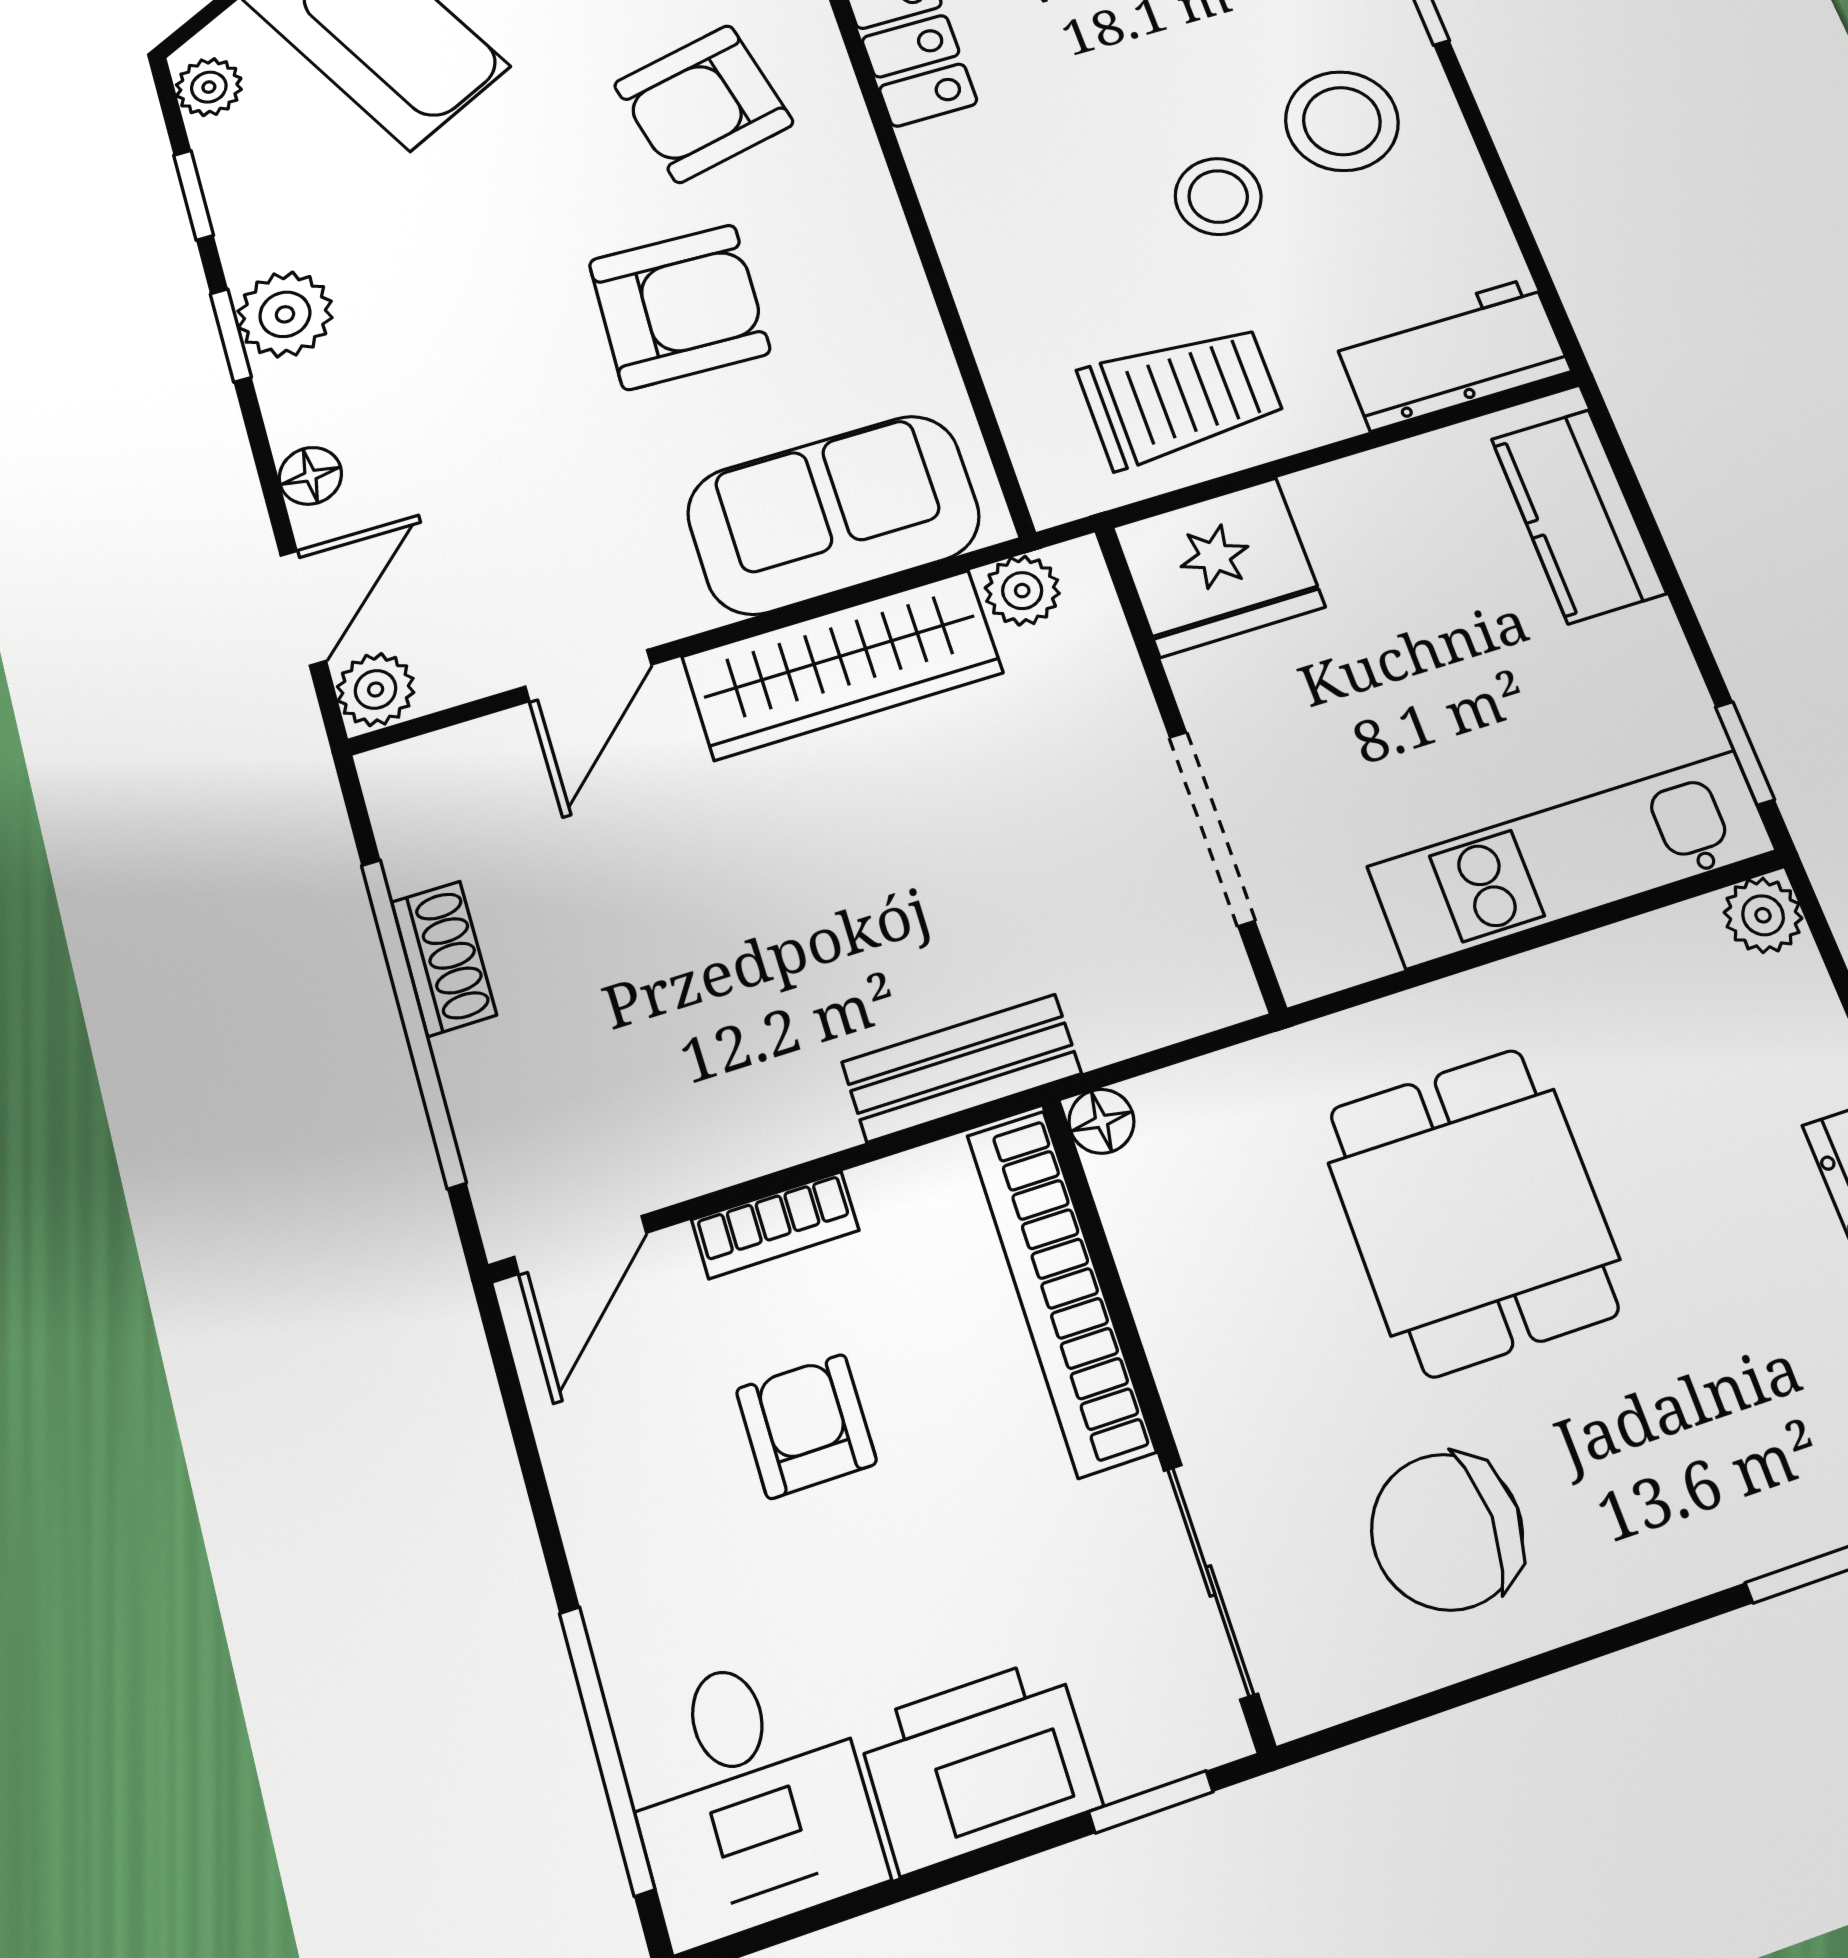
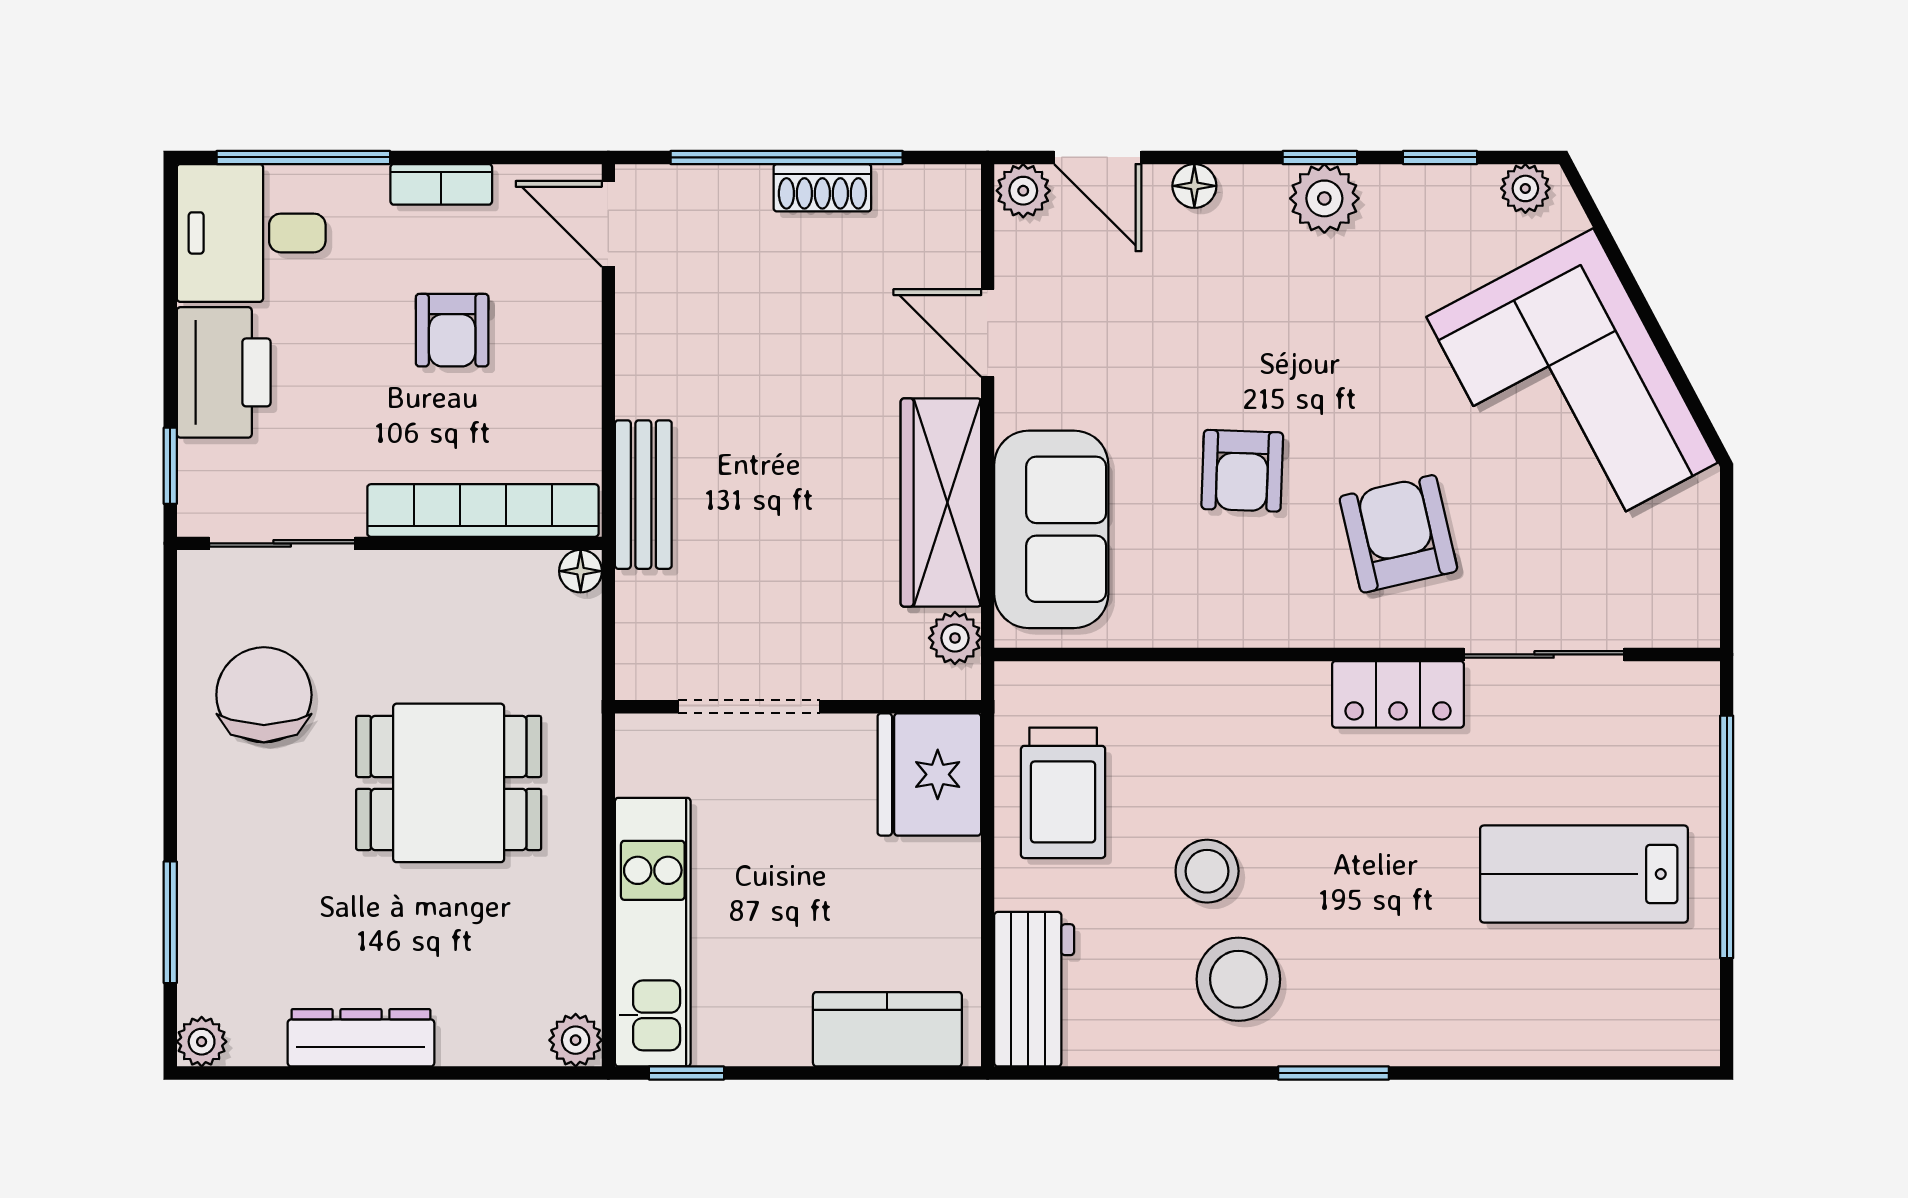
armchair: (679, 307) -> (1242, 471), width x0.72, depth x0.72
bookcase: (775, 1225) -> (441, 184), moved, turned -90
armchair: (806, 1426) -> (452, 330), turned 90

